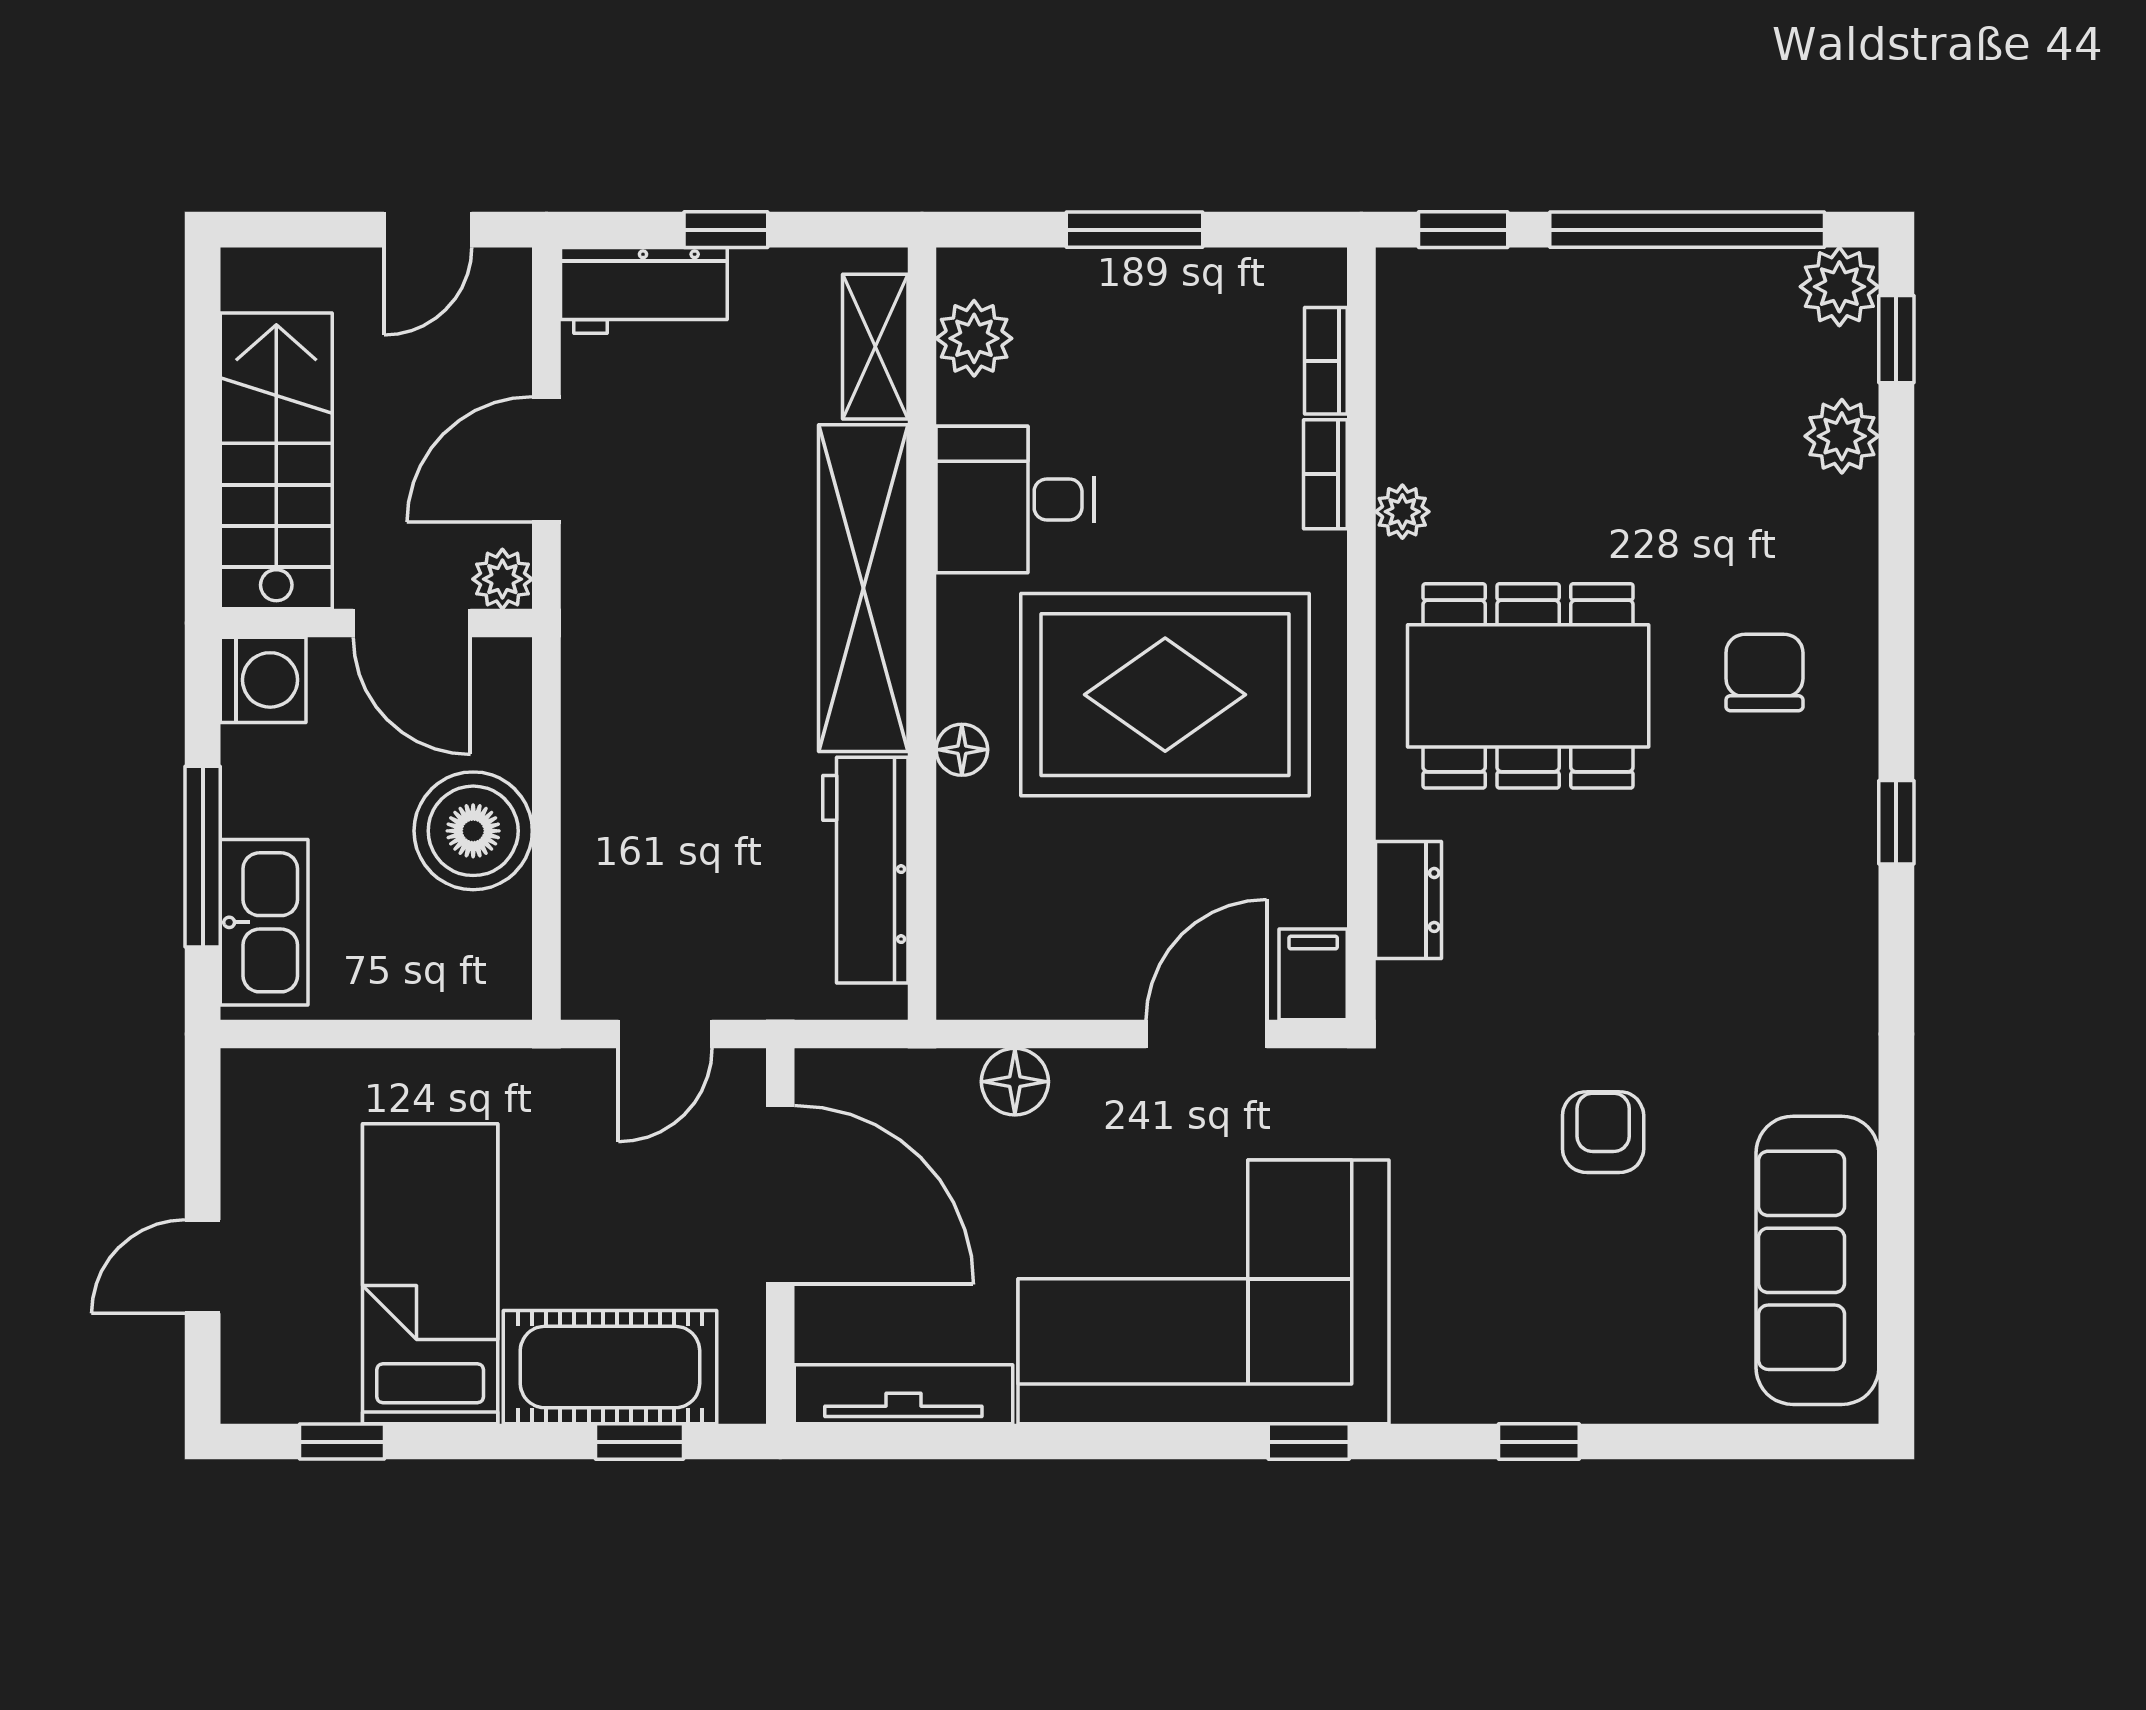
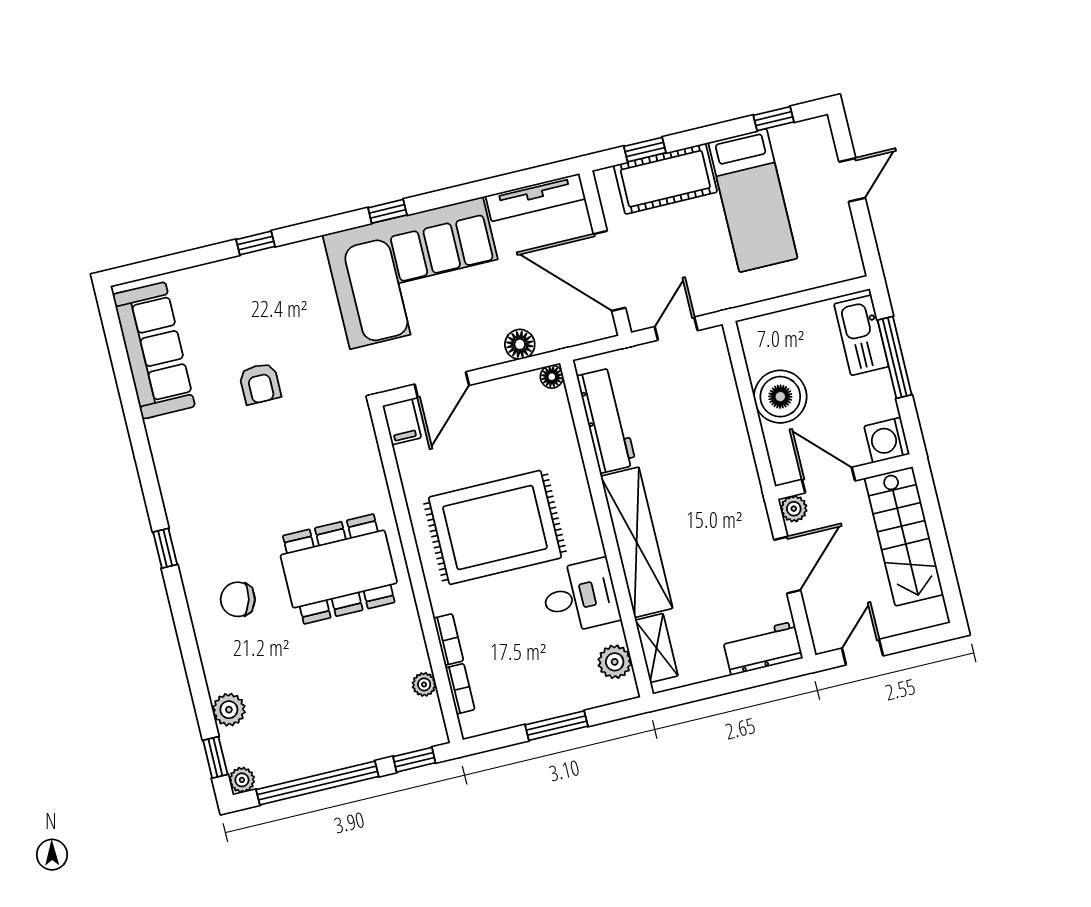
window: (726, 230) -> (733, 683), removed
plant: (1839, 287) -> (242, 780), width x0.73, depth x0.73
plant: (1402, 512) -> (424, 684), moved
chair: (1764, 673) -> (238, 599), turned 105
floor lamp: (962, 750) -> (552, 377), moved
dresser: (1409, 900) -> (368, 464), removed
window: (1309, 1442) -> (387, 211), moved

